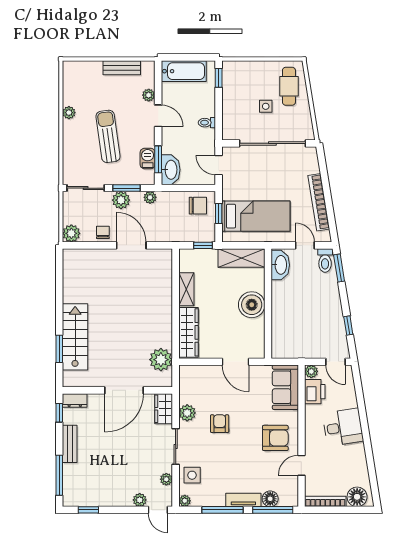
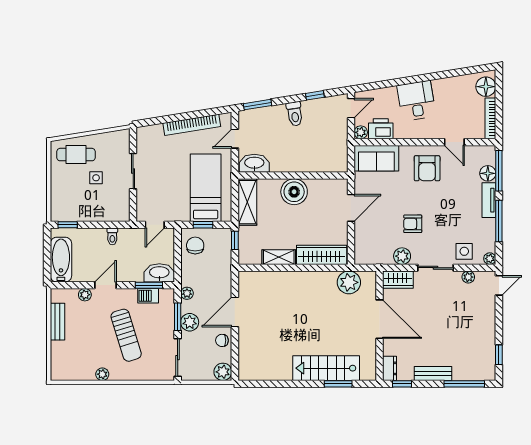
sun lounger: (108, 136) -> (126, 335), turned -99
sliding door: (272, 143) -> (133, 171), width x0.54
toilet: (325, 260) -> (295, 114), moved, turned 81
armchair: (275, 438) -> (427, 168), turned 180
plant: (140, 500) -> (489, 304), removed

